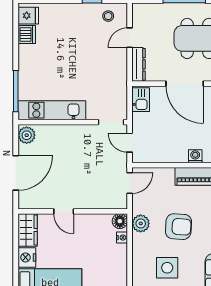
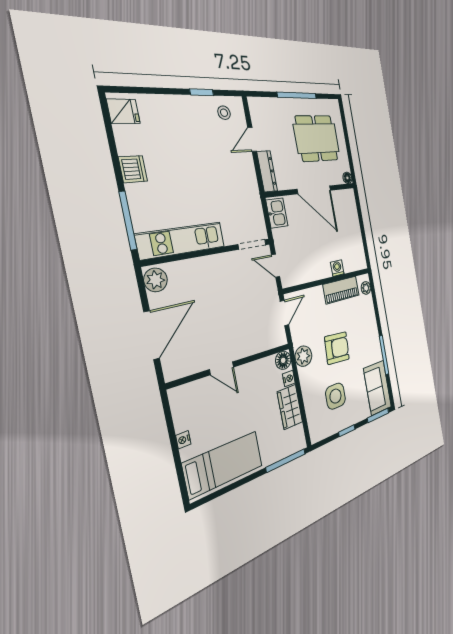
dishwasher: (27, 35) -> (133, 169), moved
wardrobe: (28, 230) -> (290, 407), moved, turned 180
nightstand: (27, 257) -> (183, 440), width x0.53, depth x0.56

